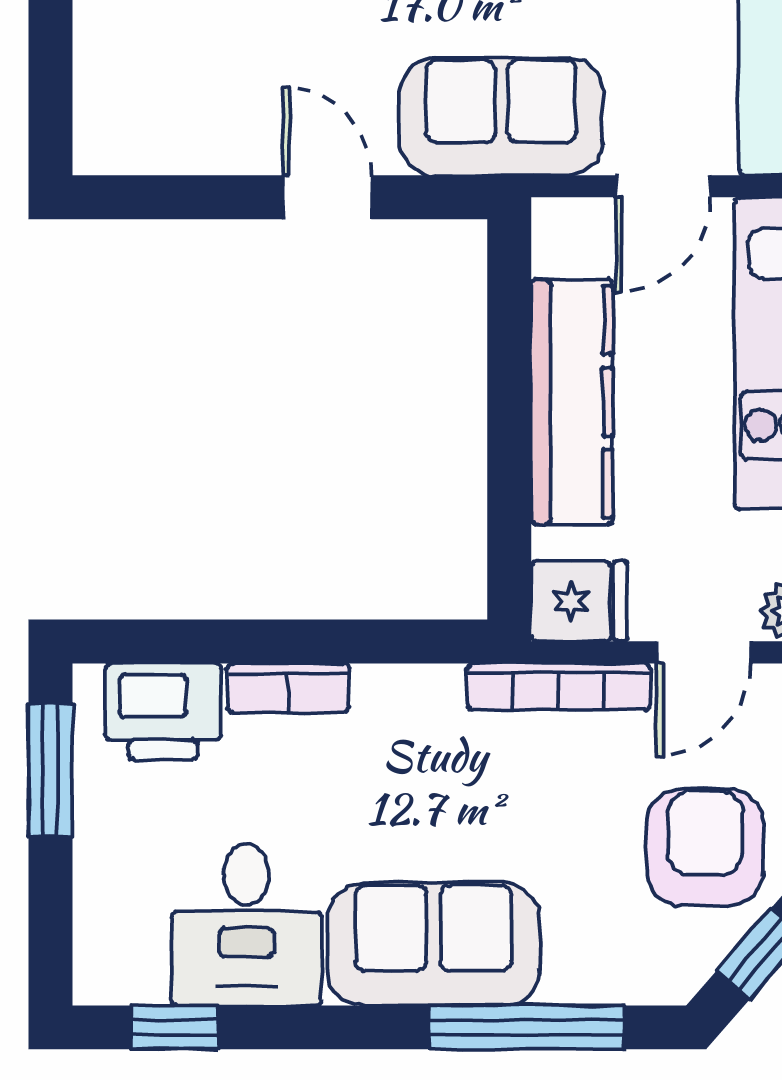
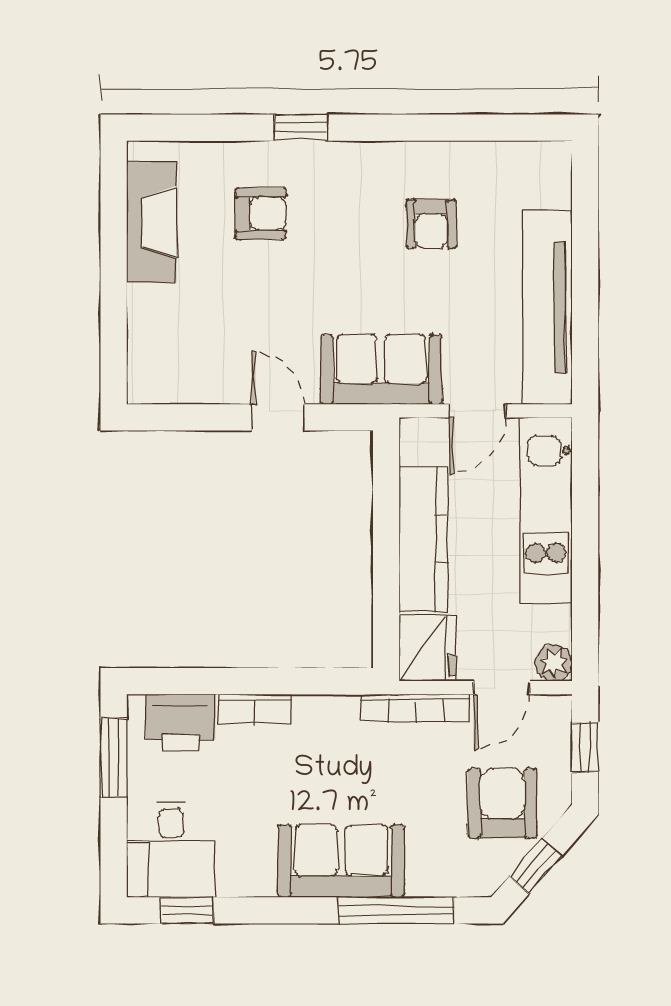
fridge: (579, 601) -> (428, 648), width x1.38
desk: (246, 925) -> (171, 849), moved

